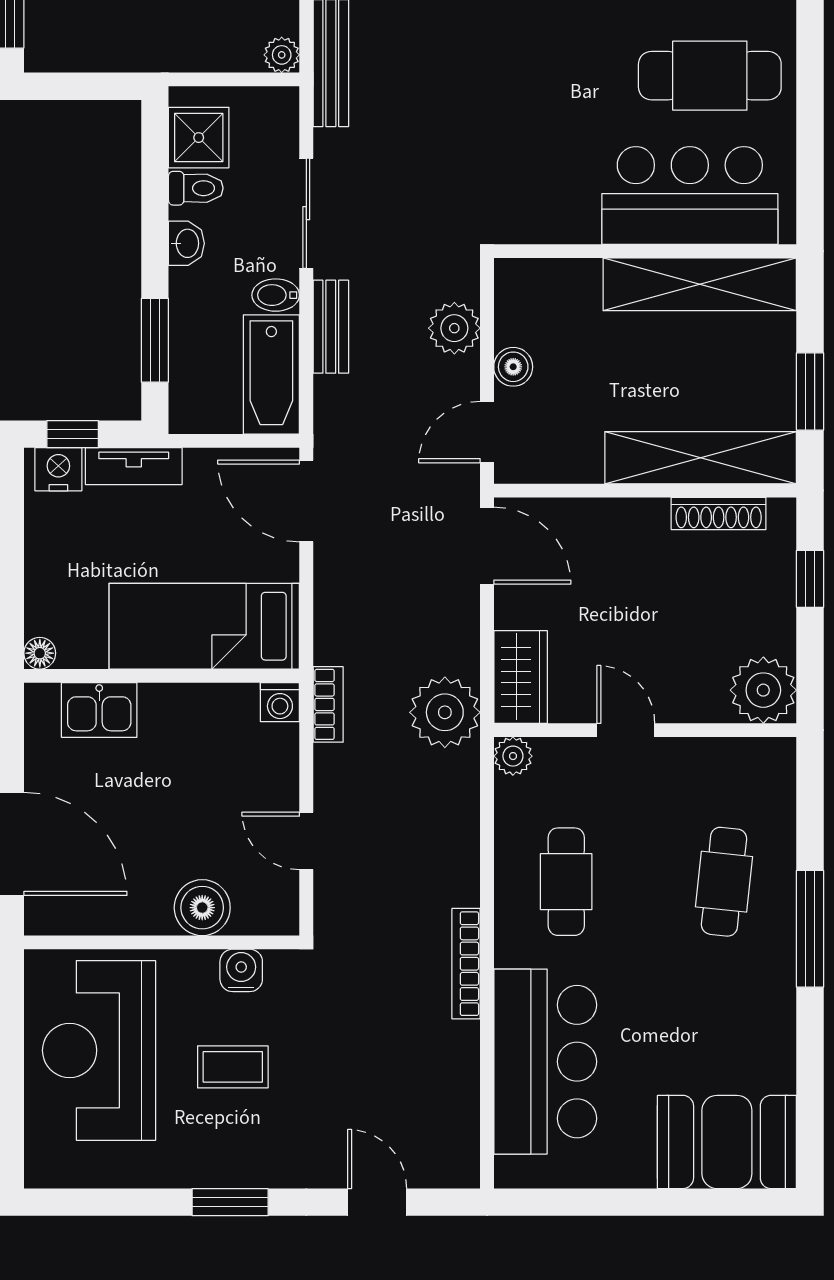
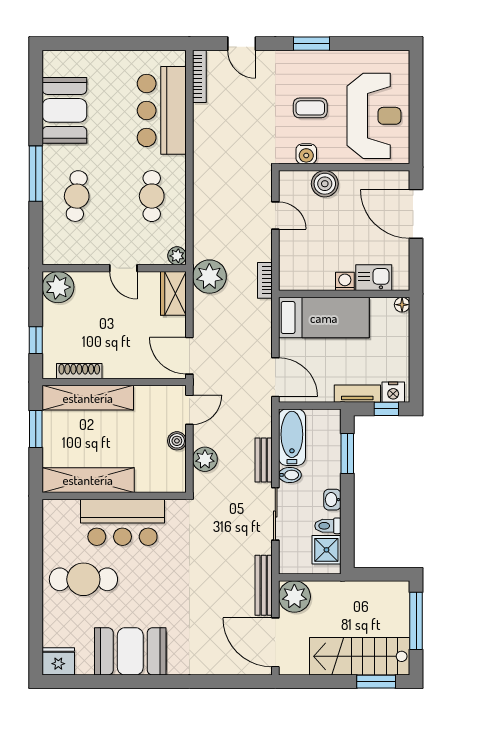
plant: (282, 55) -> (294, 597), width x1.88, depth x1.88
bar counter: (690, 195) -> (122, 522), moved
washing machine: (280, 702) -> (345, 281), moved
bookcase: (466, 964) -> (199, 76), moved
booth: (727, 1142) -> (64, 110), moved, turned 90

